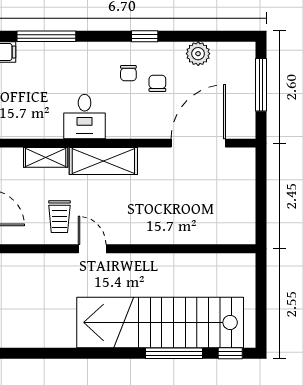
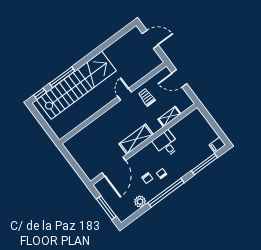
window: (145, 36) -> (166, 193), width x3.17
shelving: (103, 161) -> (136, 139), moved
door: (92, 249) -> (125, 94), swing flipped

